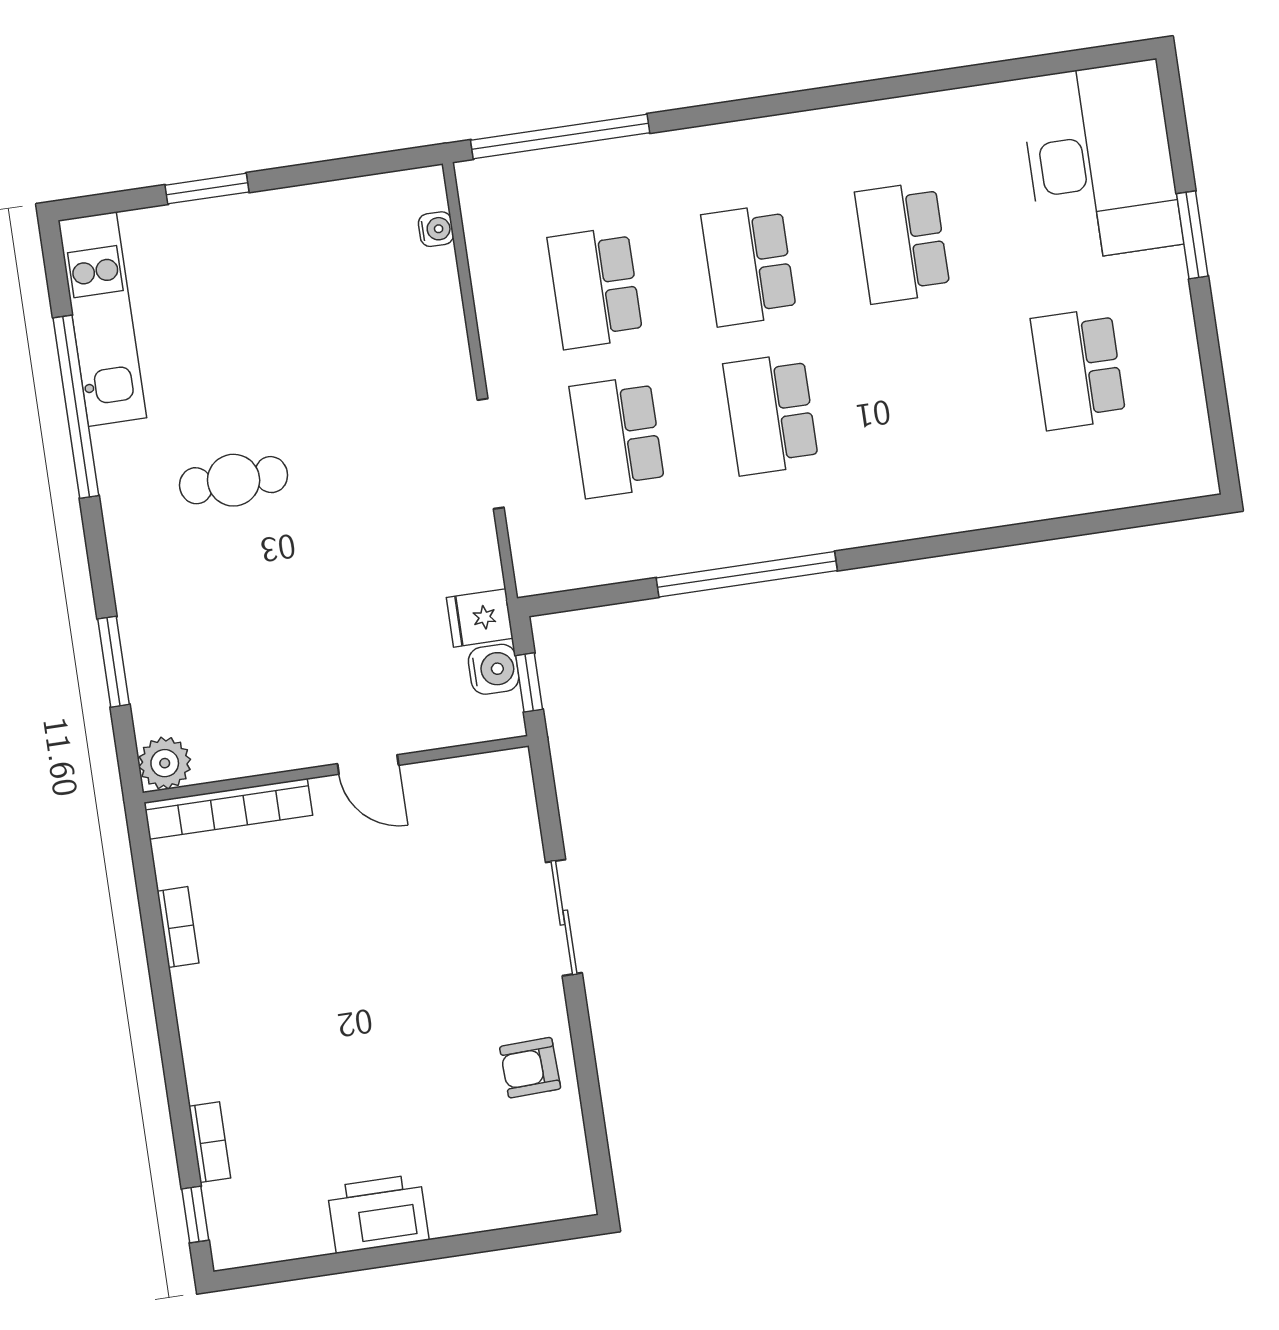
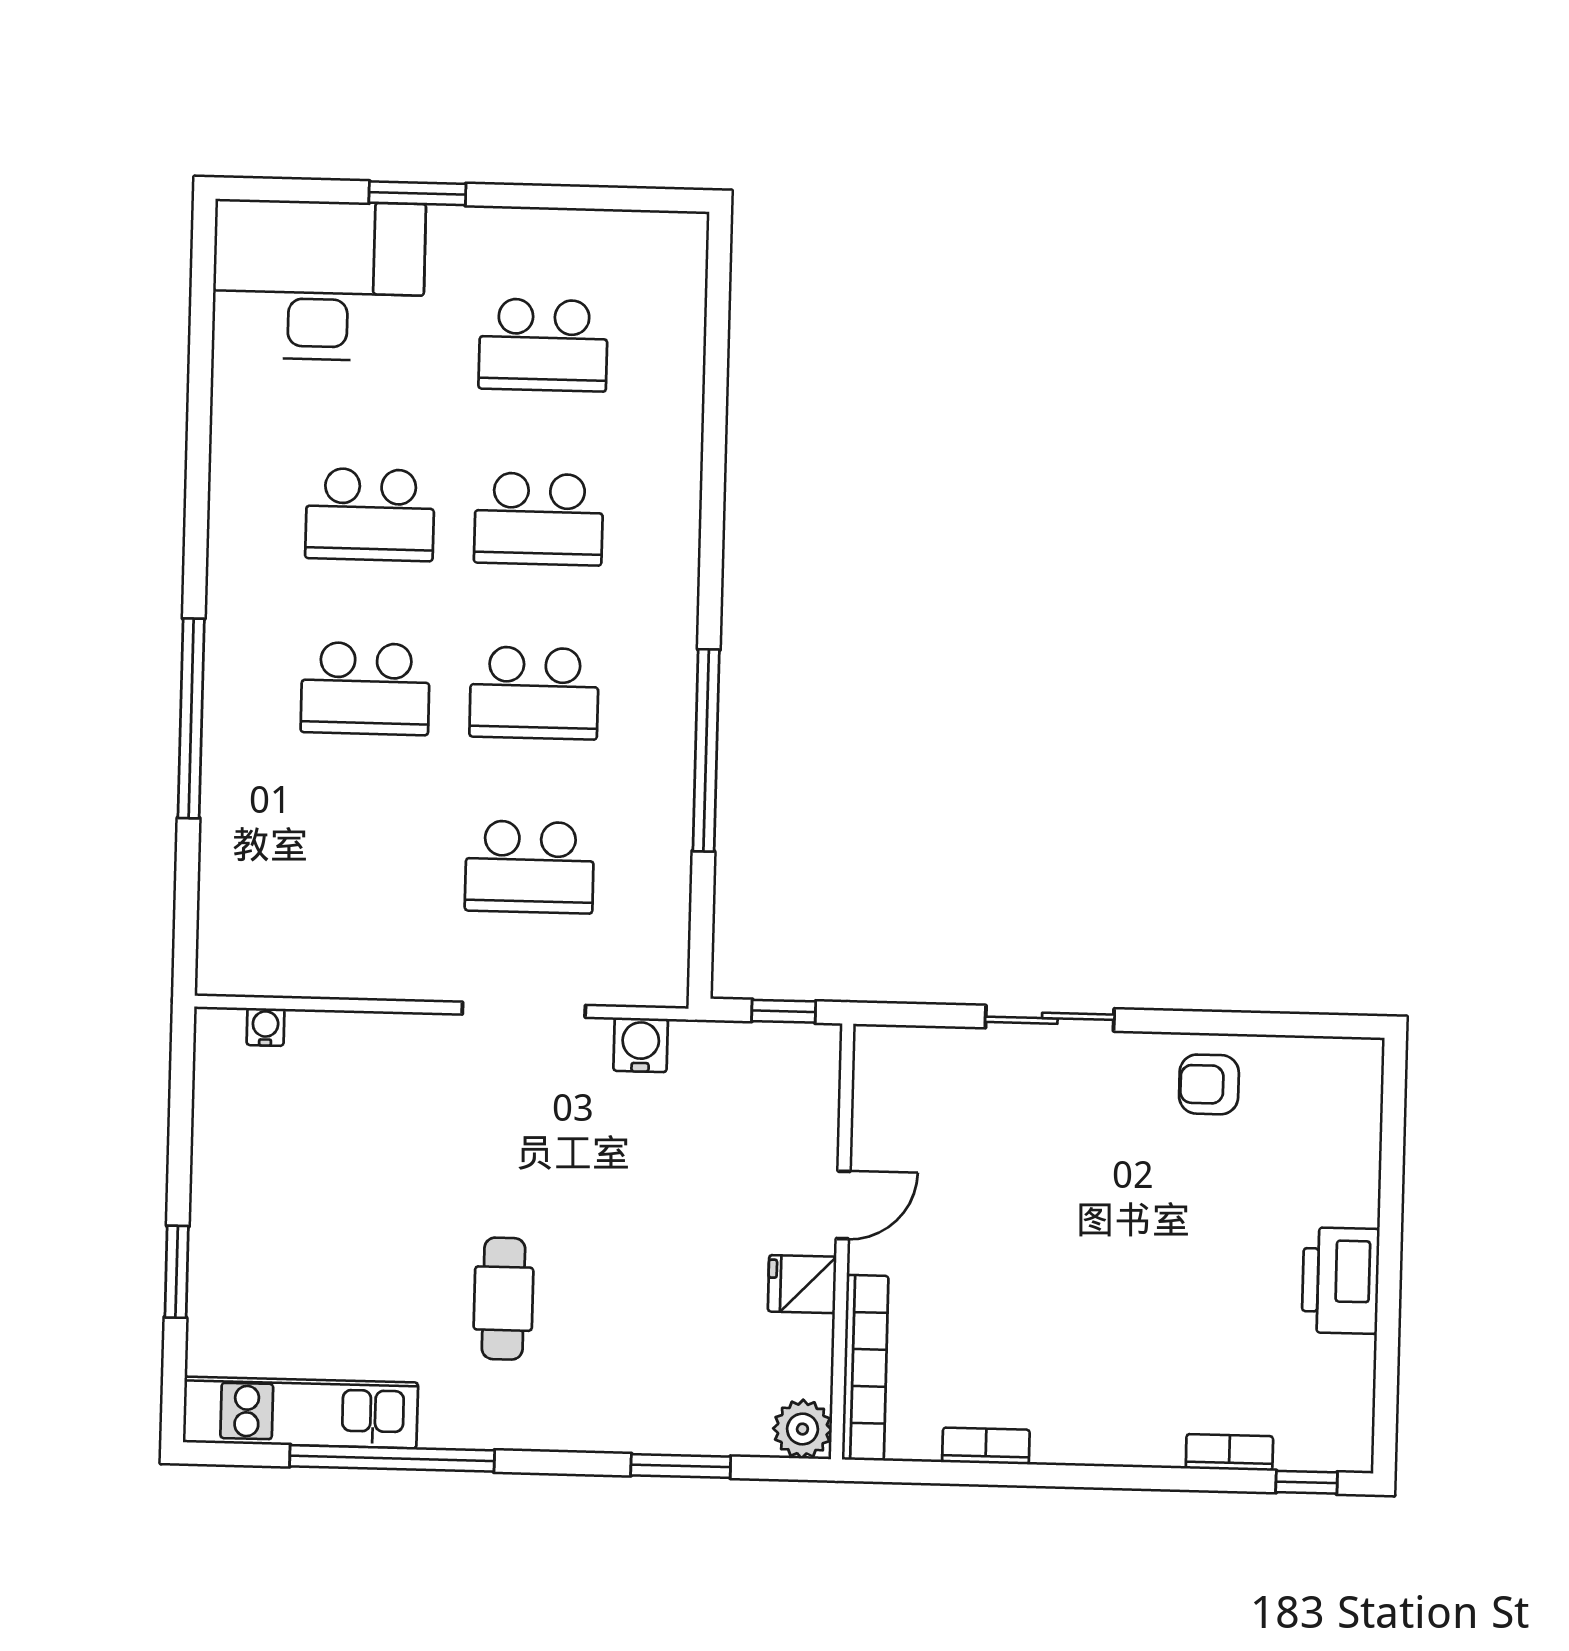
window: (560, 136) -> (191, 718), moved
school desk: (595, 288) -> (539, 519), moved
fridge: (480, 618) -> (802, 1284), moved, turned 90
water cooler: (494, 669) -> (641, 1045), moved
armchair: (530, 1068) -> (1209, 1084), turned 92

